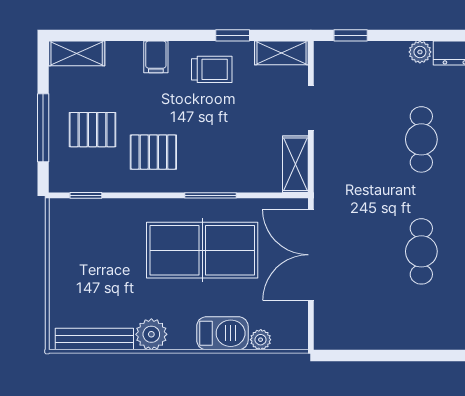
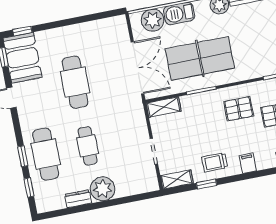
window: (351, 35) -> (139, 197), removed
plant: (420, 52) -> (103, 189), width x1.87, depth x1.87
shelving: (295, 164) -> (164, 107), moved, turned 90
cafe table: (421, 251) -> (75, 82), width x1.37, depth x1.35
plant: (261, 340) -> (153, 20), width x1.87, depth x1.87

